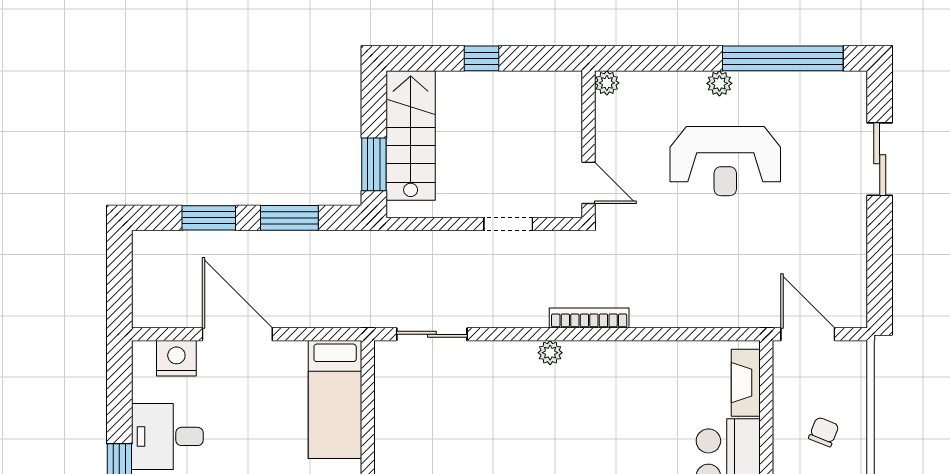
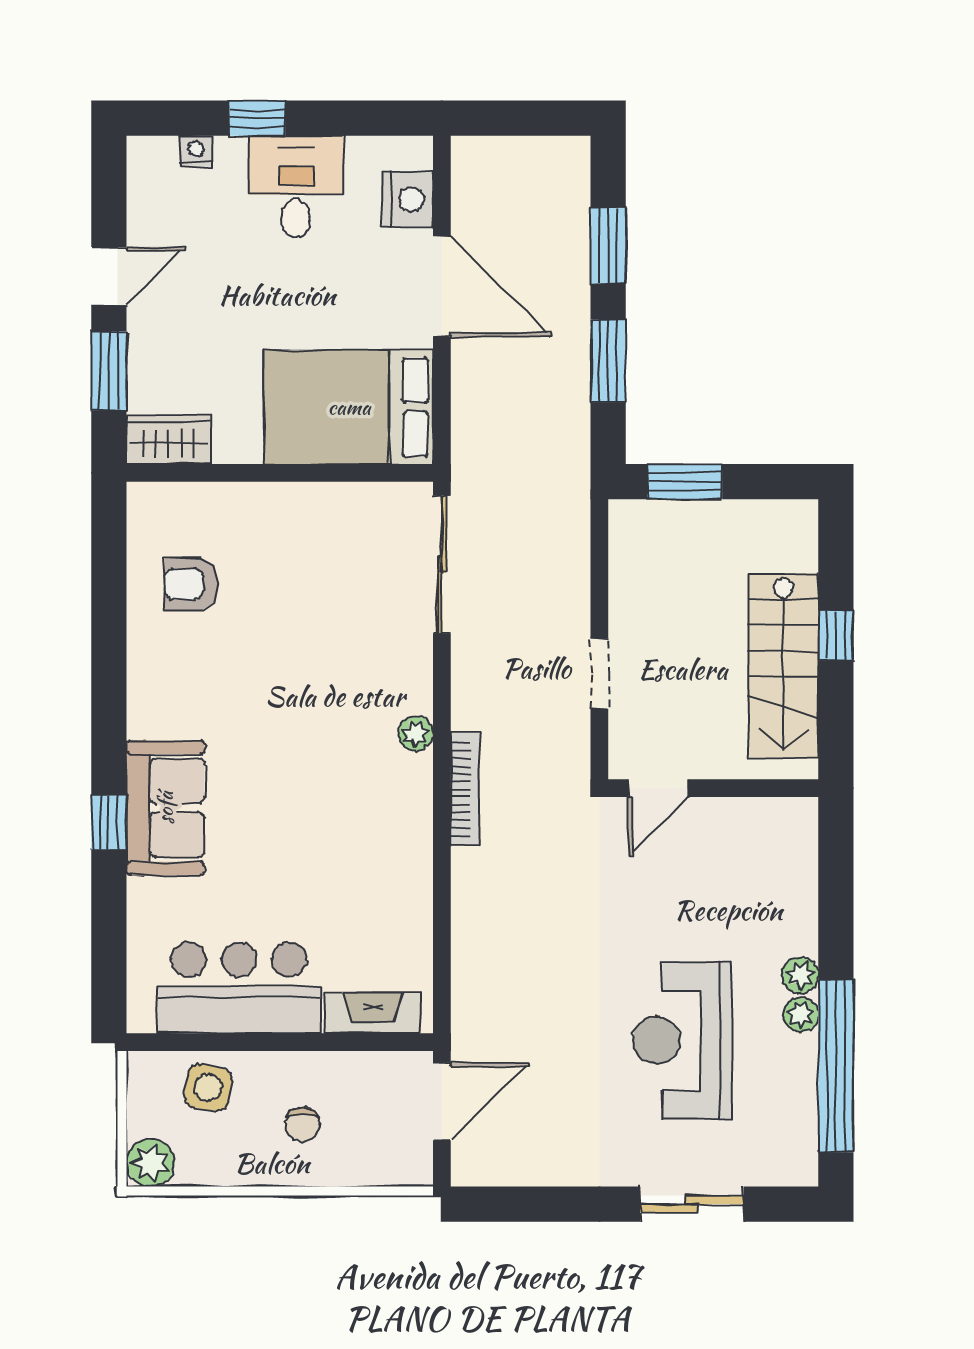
plant: (607, 83) -> (801, 1014), moved
stairs: (411, 135) -> (783, 666), moved, turned 90
reception desk: (725, 161) -> (682, 1040), moved
door: (237, 334) -> (442, 286), hinge flipped
sliding door: (432, 334) -> (442, 564), width x1.37
bed: (335, 400) -> (349, 407), width x1.50
chair: (824, 432) -> (302, 1124), turned 68

